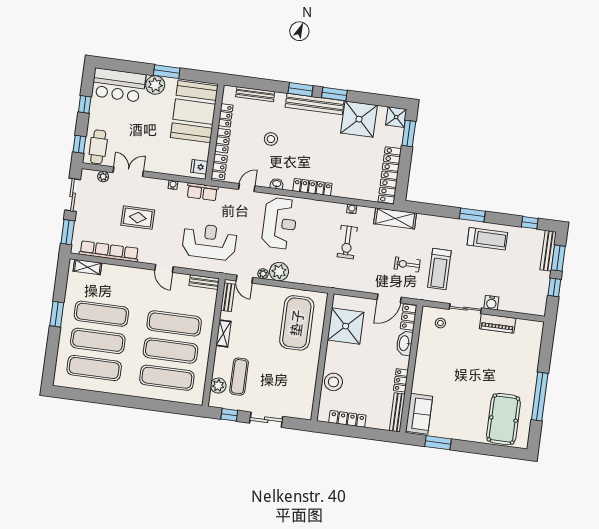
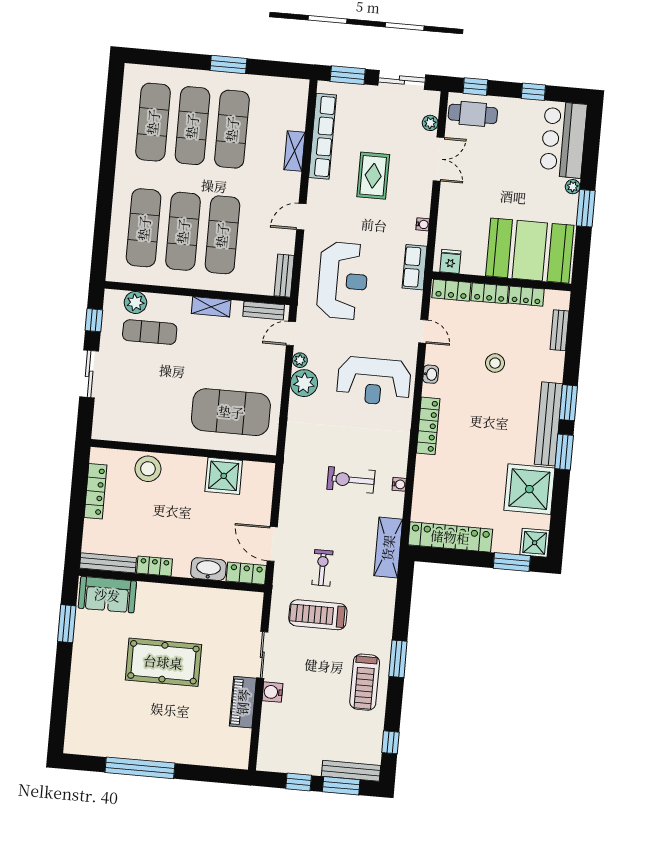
plant: (155, 85) -> (573, 187), width x0.53, depth x0.53
bench: (255, 94) -> (559, 330), width x0.73
shelving: (87, 267) -> (294, 151), moved
stool: (440, 323) -> (240, 620), removed
shower: (346, 326) -> (224, 476), width x0.73, depth x0.73
pool table: (503, 419) -> (163, 662), moved

